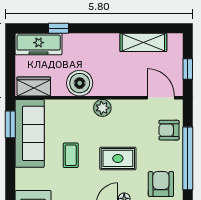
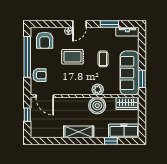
shelving: (143, 42) -> (79, 132), moved
plant: (102, 108) -> (98, 90), moved

